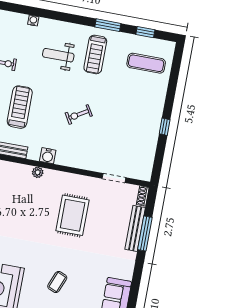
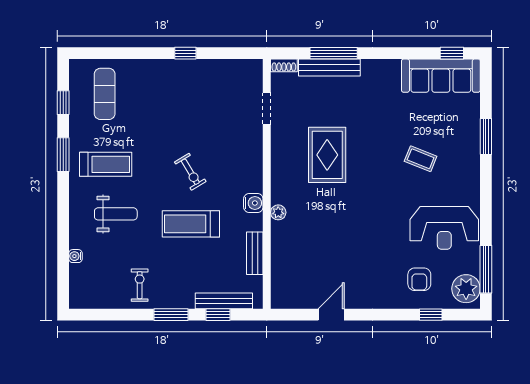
weight bench: (58, 55) -> (116, 214), turned -90
treadmill: (20, 107) -> (191, 224), moved
rug: (73, 215) -> (327, 155), turned 90

